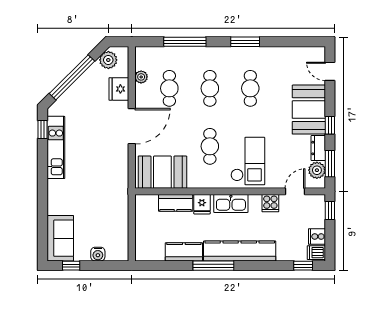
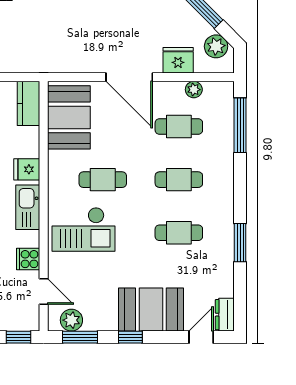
window: (185, 42) -> (240, 125), moved
window: (245, 42) -> (240, 243), moved
dresser: (318, 148) -> (225, 315), moved, turned -90
kitchen counter: (176, 203) -> (29, 103), moved

